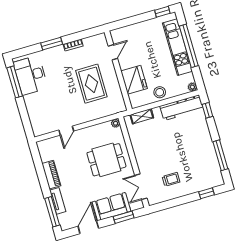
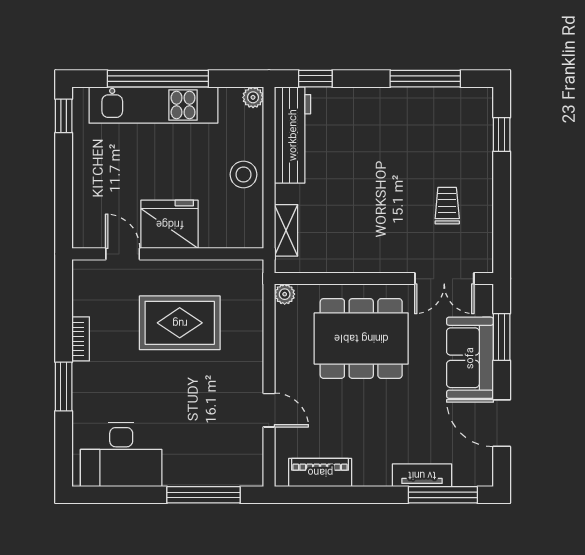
fridge: (134, 80) -> (170, 224), moved
window: (15, 82) -> (204, 495), moved
dining table: (106, 160) -> (361, 338), width x1.38
piano: (51, 175) -> (320, 472), moved

